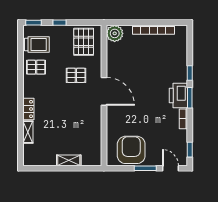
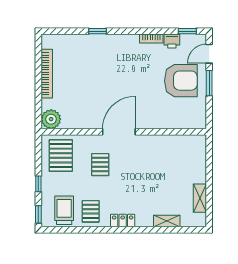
pallet: (84, 42) -> (61, 156), turned 90
printer: (178, 96) -> (172, 41), moved, width x0.53, depth x0.68
window: (190, 98) -> (126, 31), removed
locker: (28, 109) -> (123, 220), moved
armchair: (131, 150) -> (181, 81), moved, turned 180
shelving: (69, 160) -> (200, 198), moved

